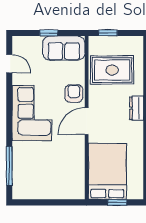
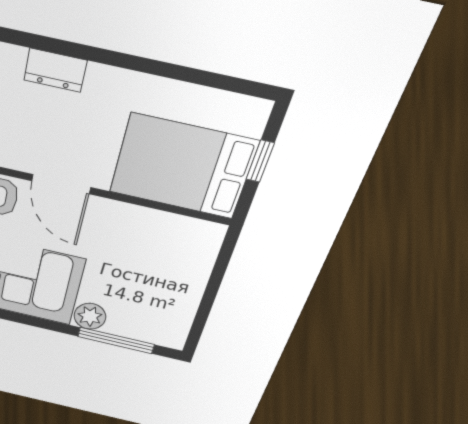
plant: (20, 150) -> (90, 316), added

